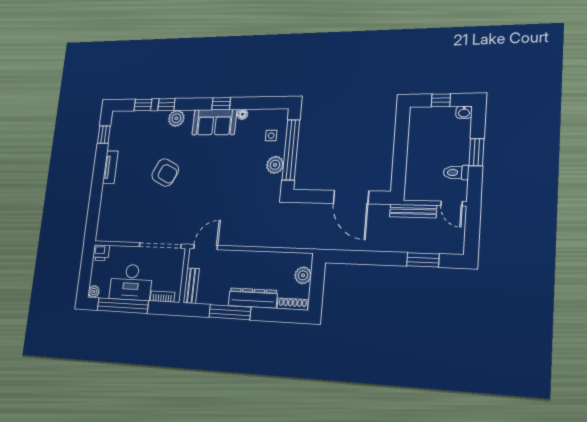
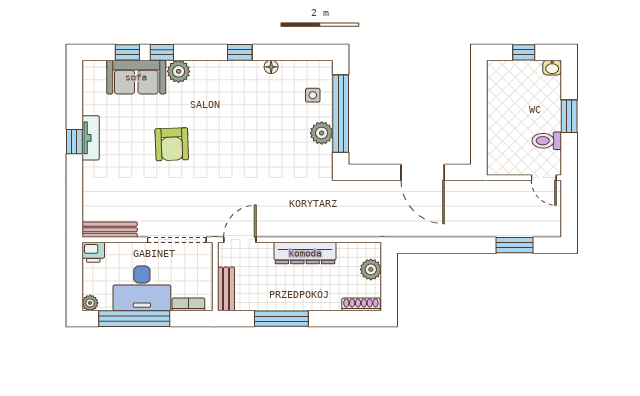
sofa: (214, 122) -> (136, 77), moved
window: (104, 135) -> (74, 142), moved
armchair: (165, 172) -> (172, 144), turned 62
bench: (413, 211) -> (110, 230), moved
dresser: (253, 298) -> (305, 253), moved, turned 180

